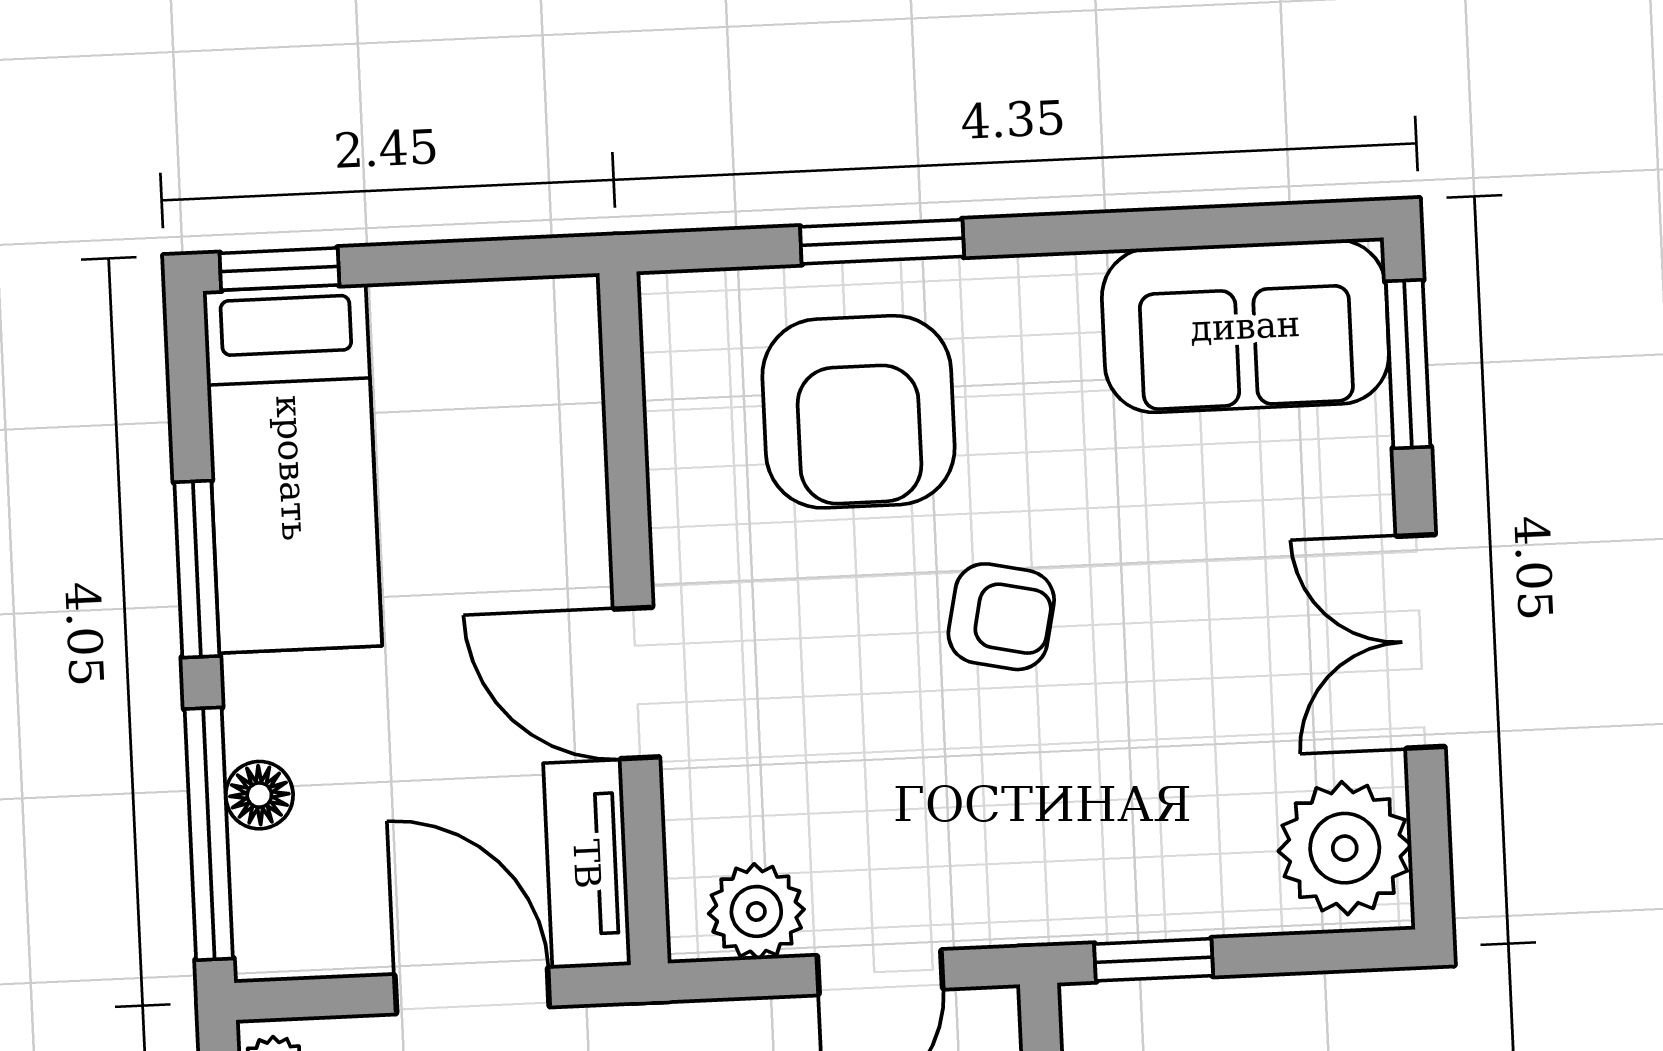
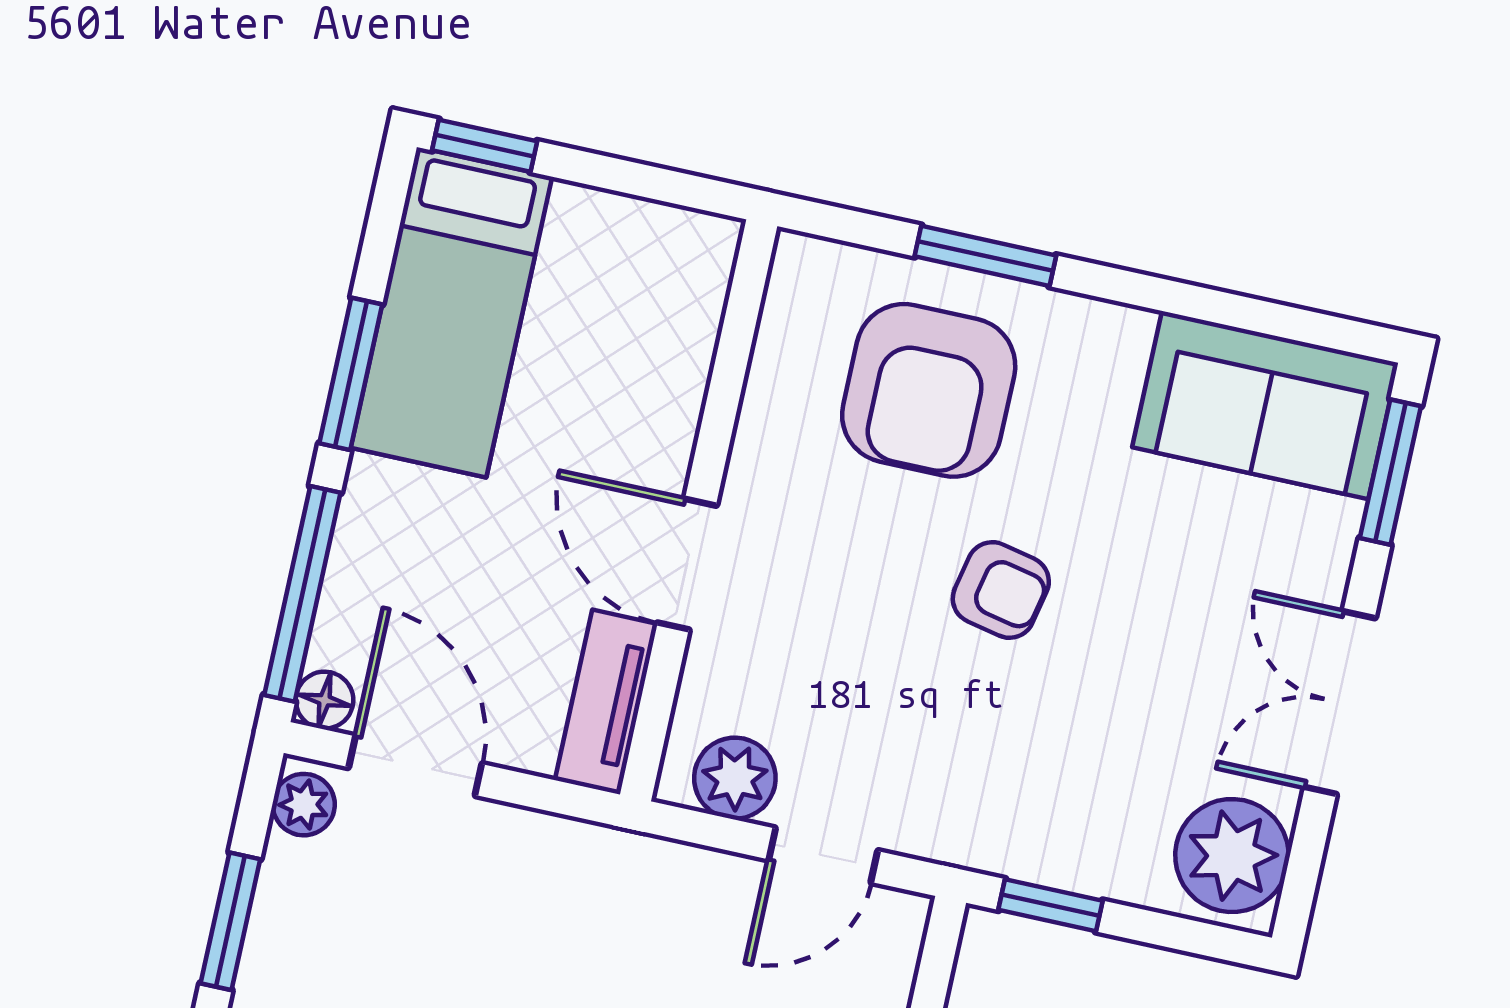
floor lamp: (259, 795) -> (325, 700), moved
door: (472, 991) -> (415, 766), moved

